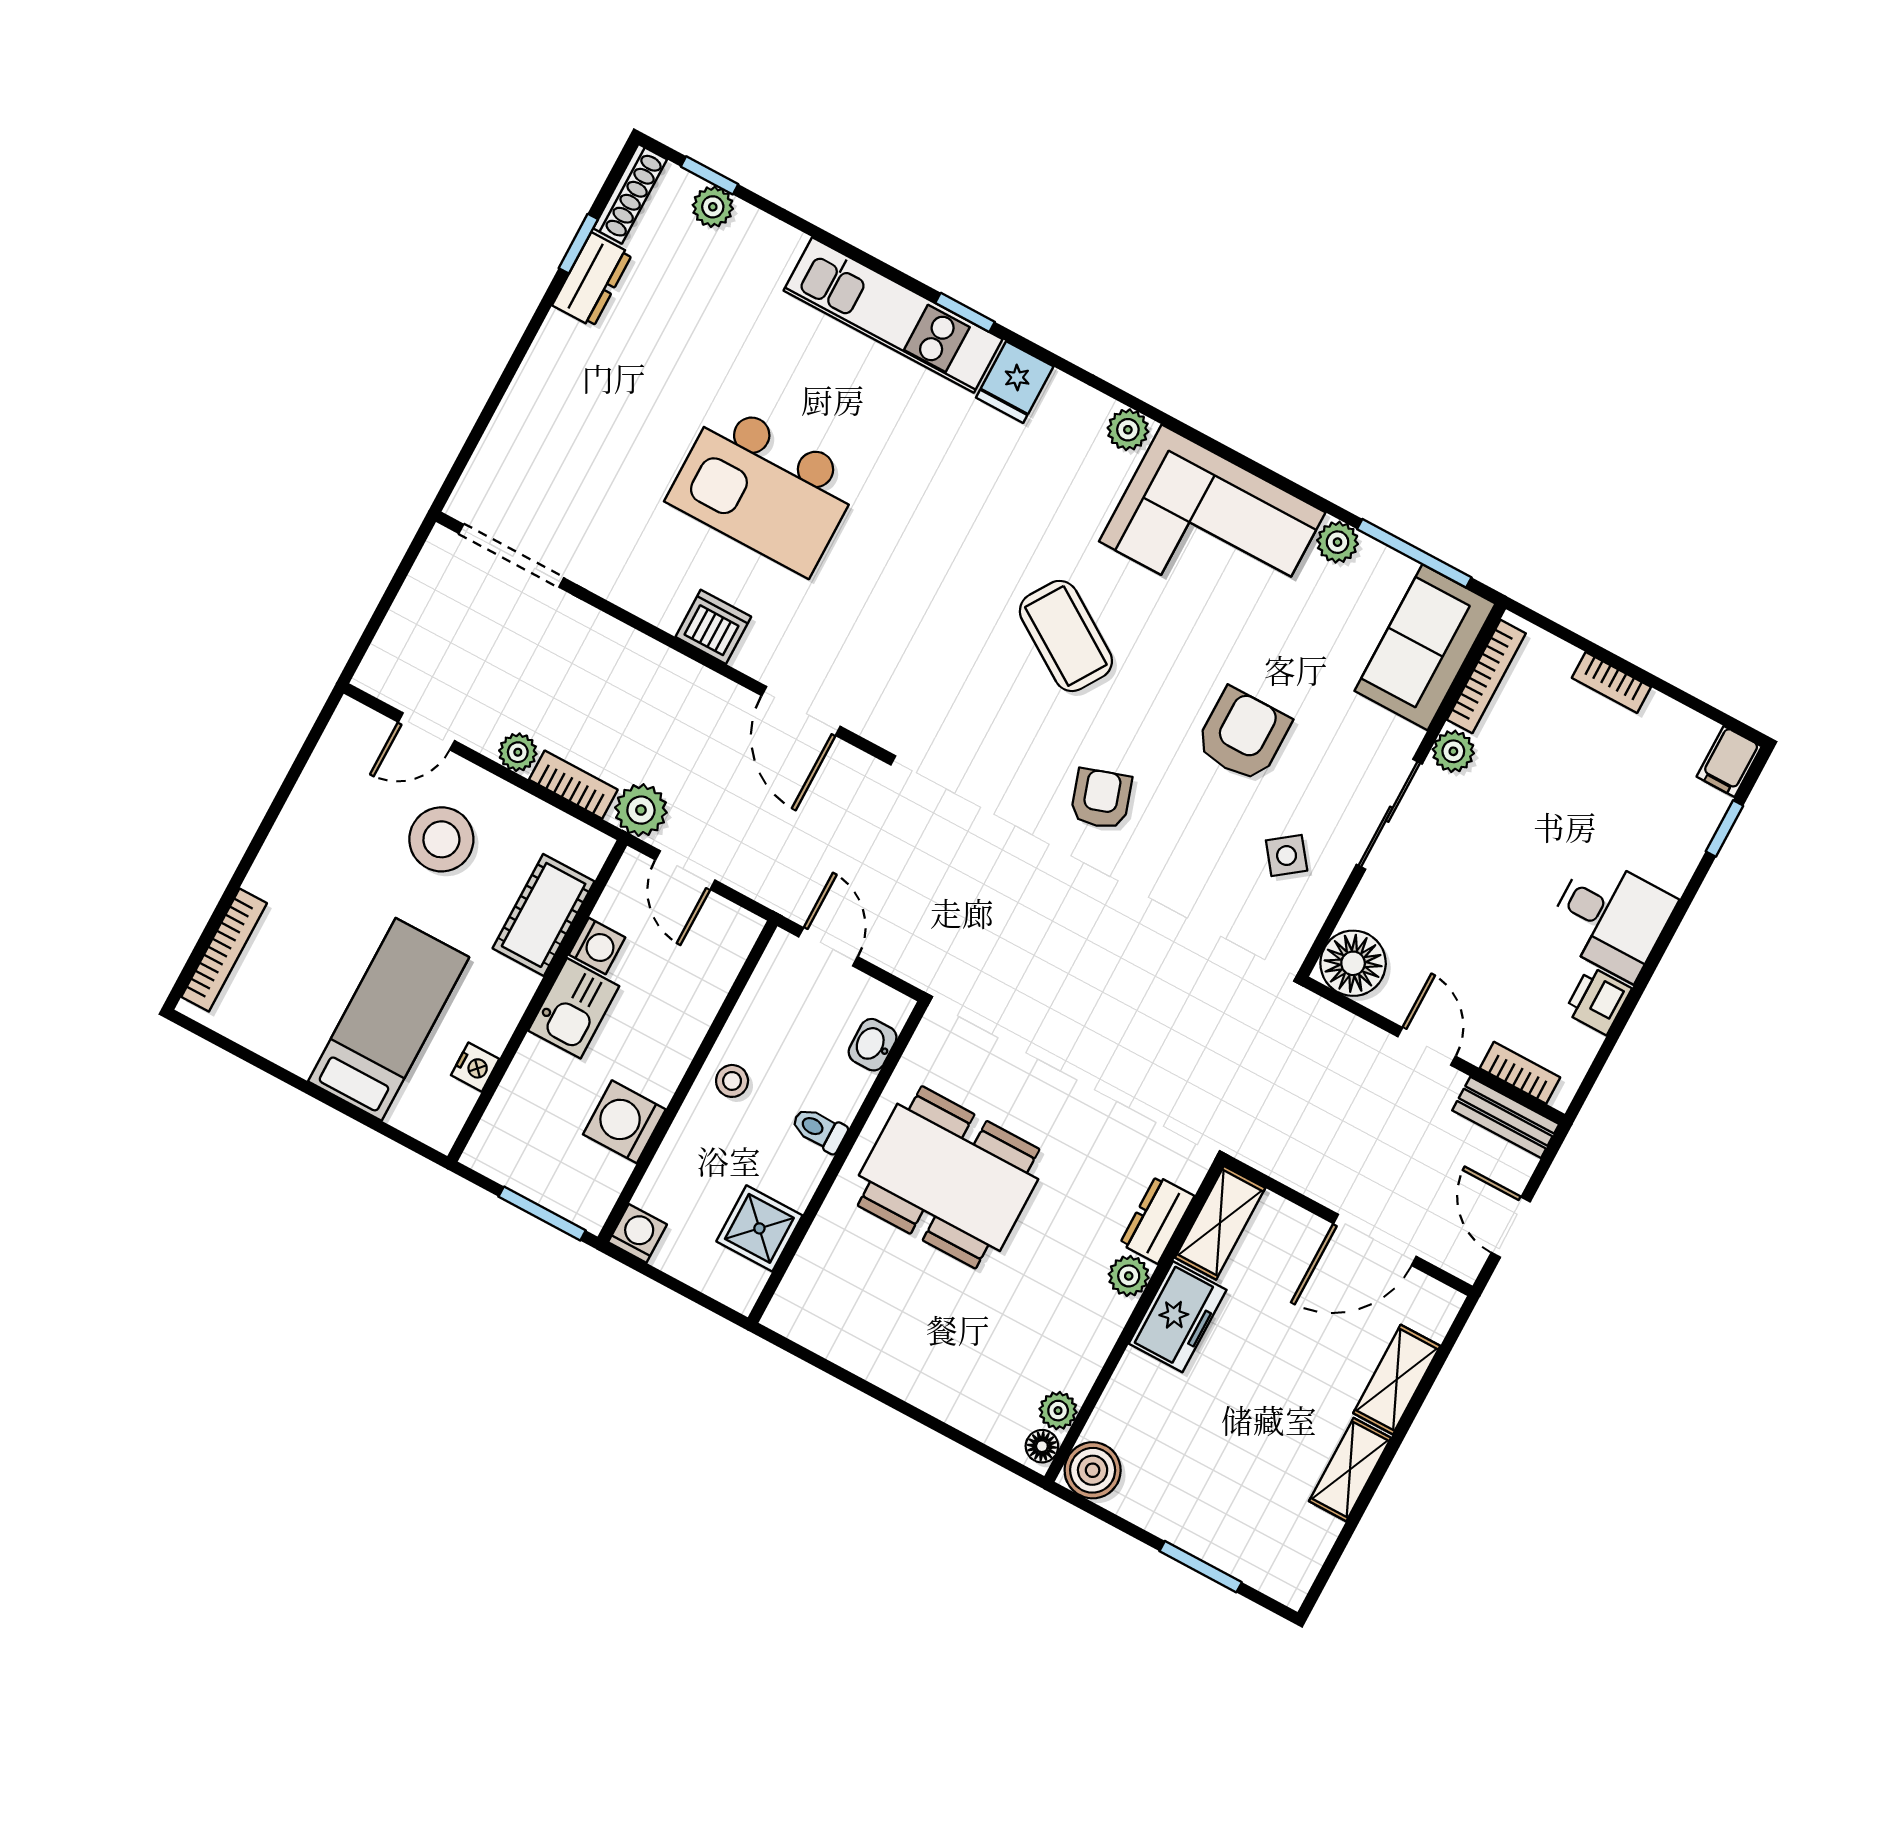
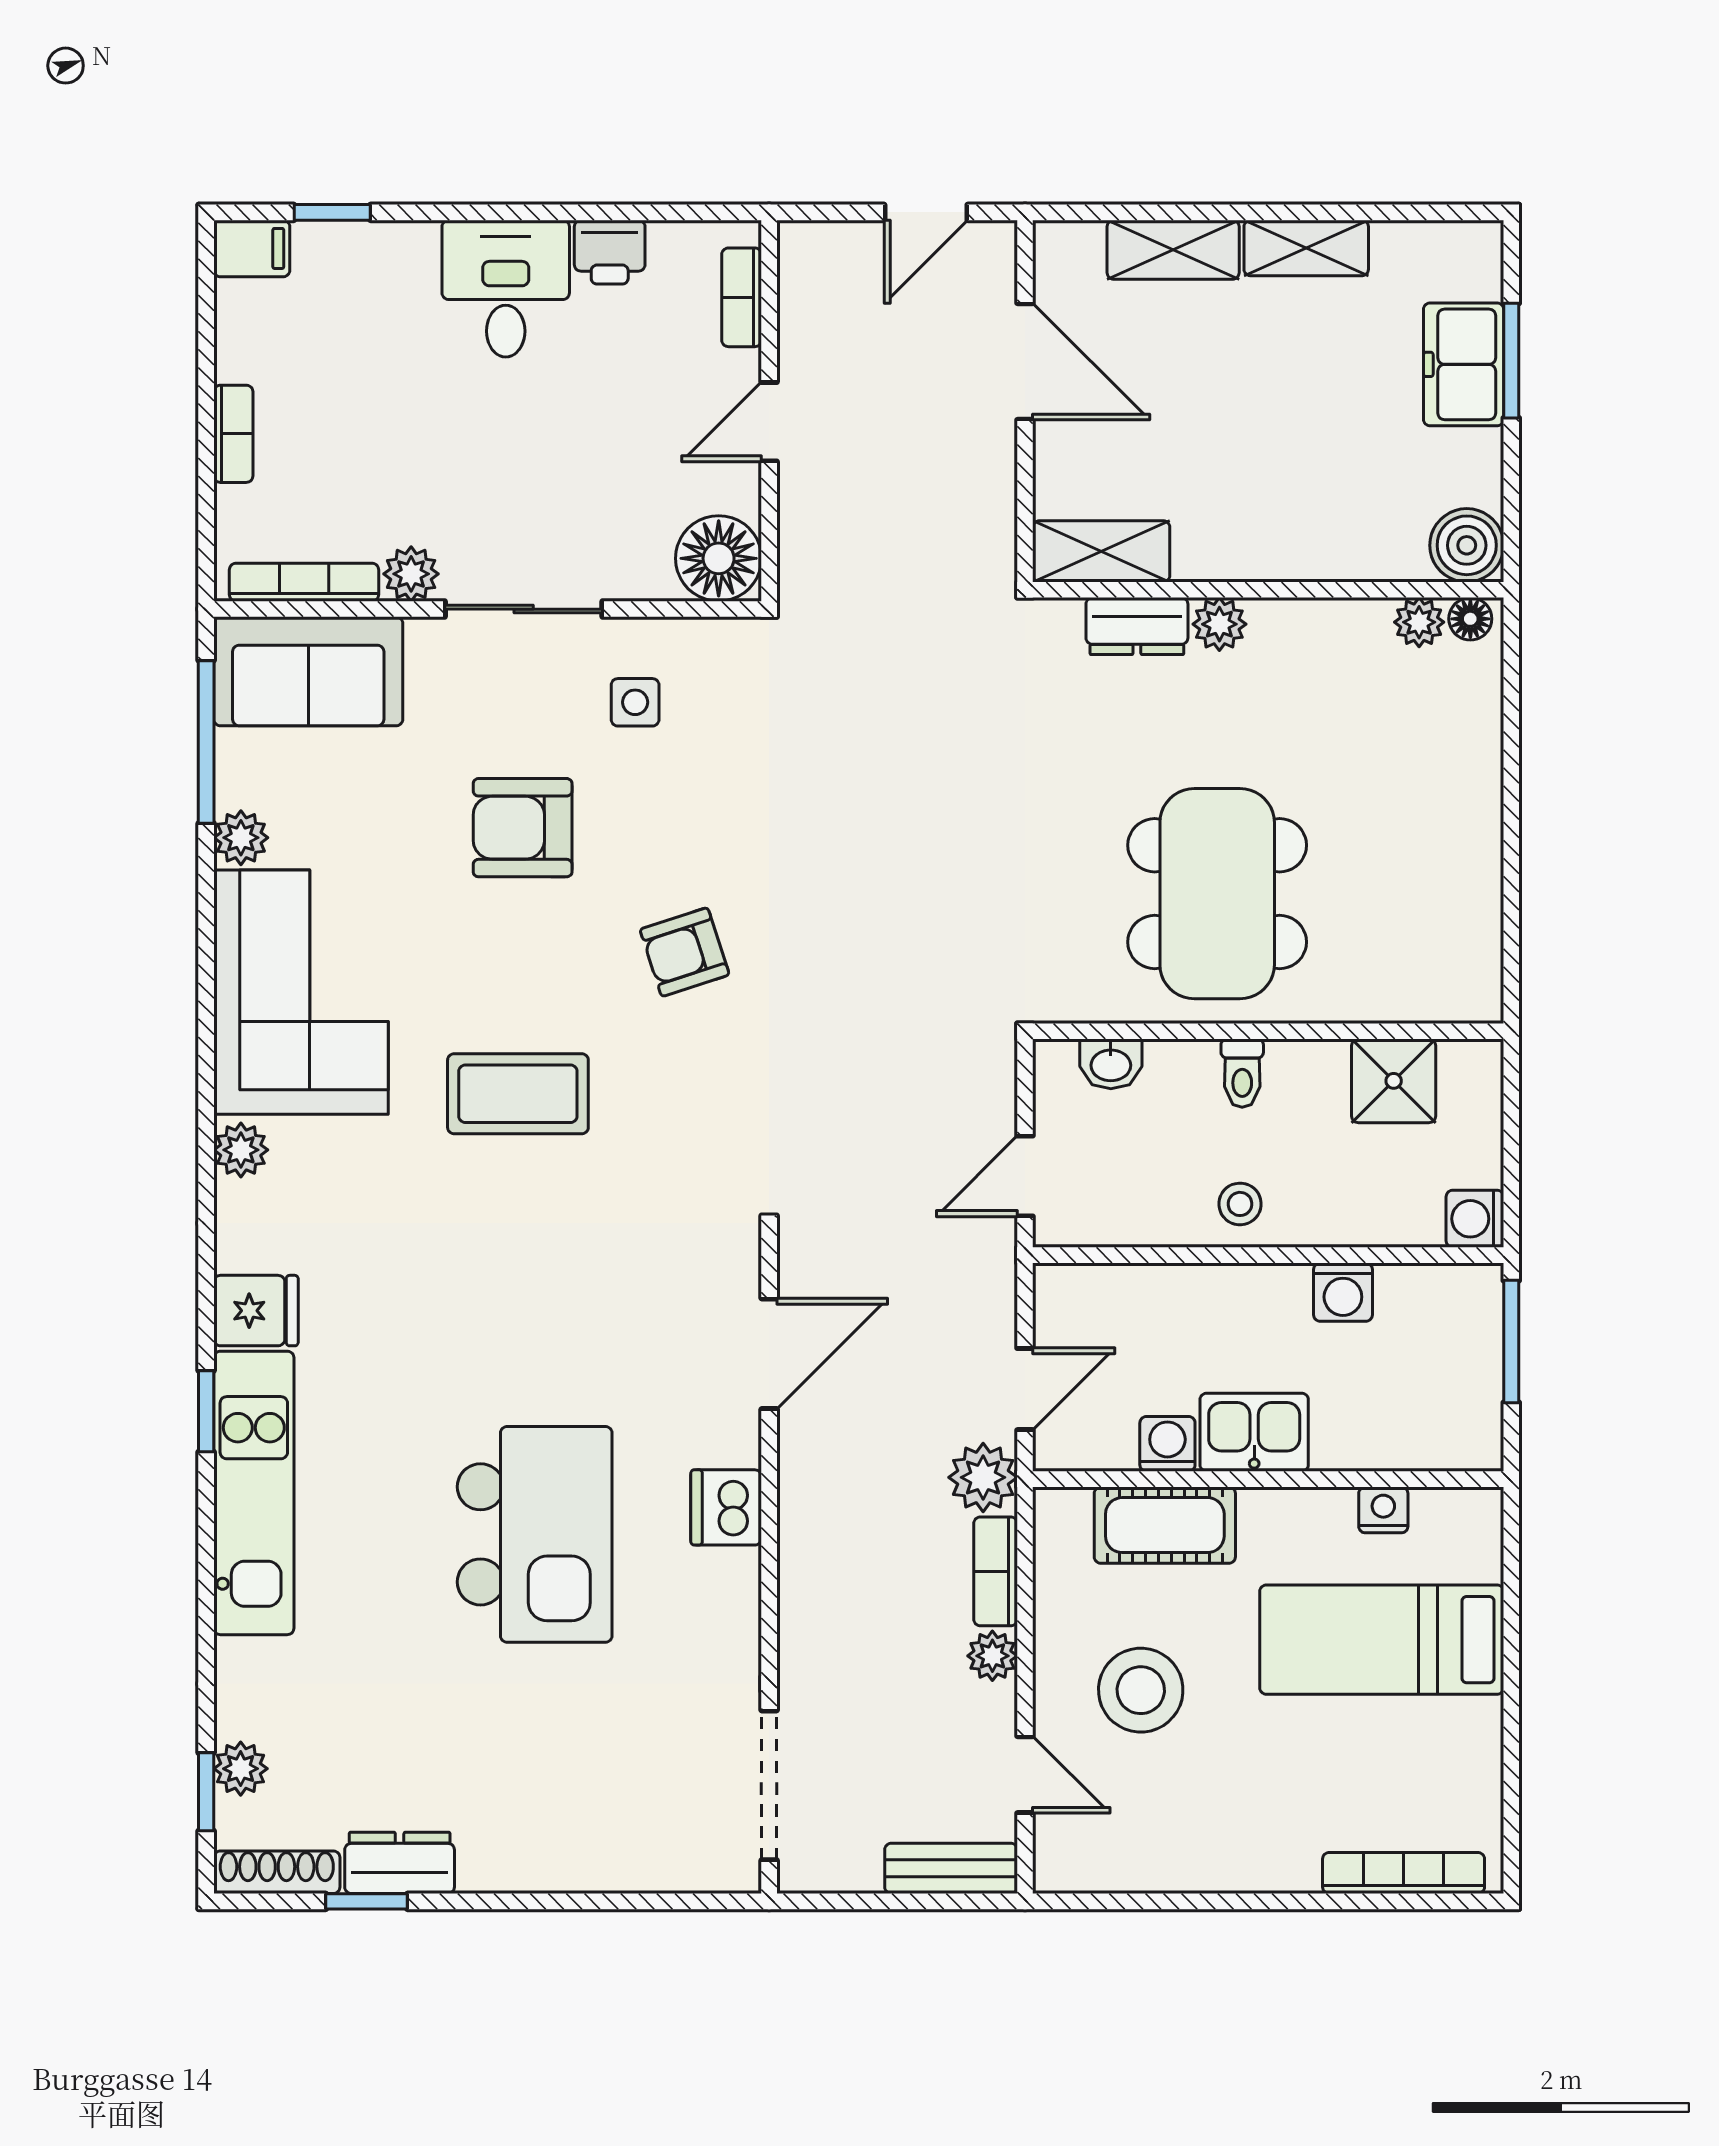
coffee table: (1066, 636) -> (518, 1094), turned 57
side table: (1287, 856) -> (635, 702), turned 37
bench: (1506, 1117) -> (951, 1868), moved, turned 90
washing machine: (624, 1122) -> (1343, 1292), width x0.73, depth x0.73
freezer: (1178, 1317) -> (1464, 364), moved, turned -90

